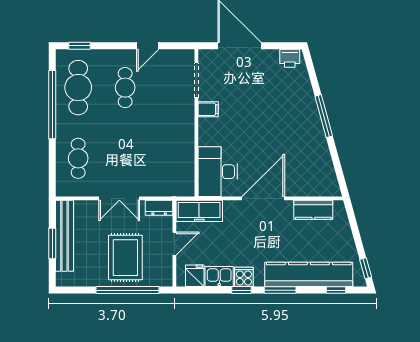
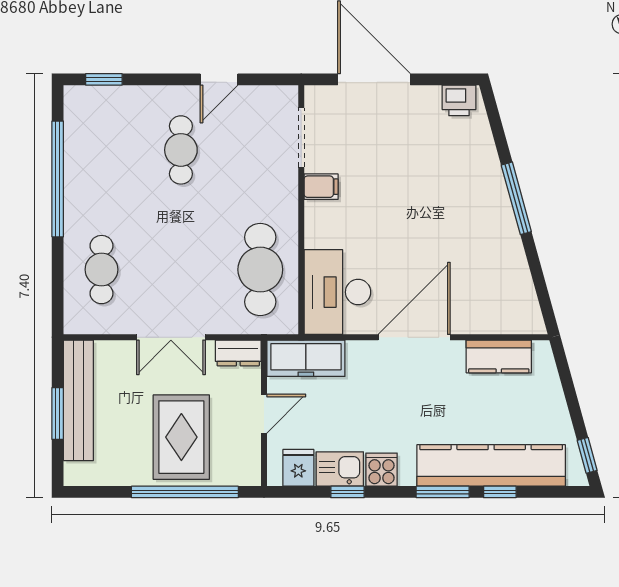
cafe table: (78, 88) -> (260, 270), moved
window: (241, 290) -> (347, 492), moved
window: (336, 290) -> (500, 492), moved

